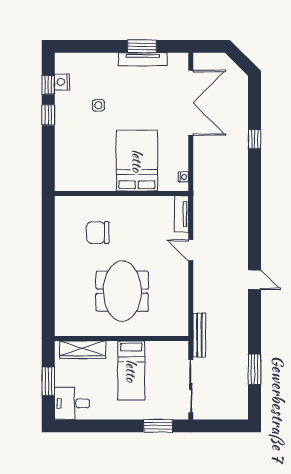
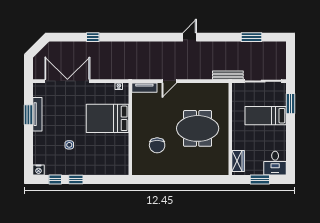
nightstand: (62, 82) -> (39, 170), moved
wardrobe: (83, 350) -> (238, 161), width x0.67
bed: (131, 371) -> (266, 116), moved, turned 180

